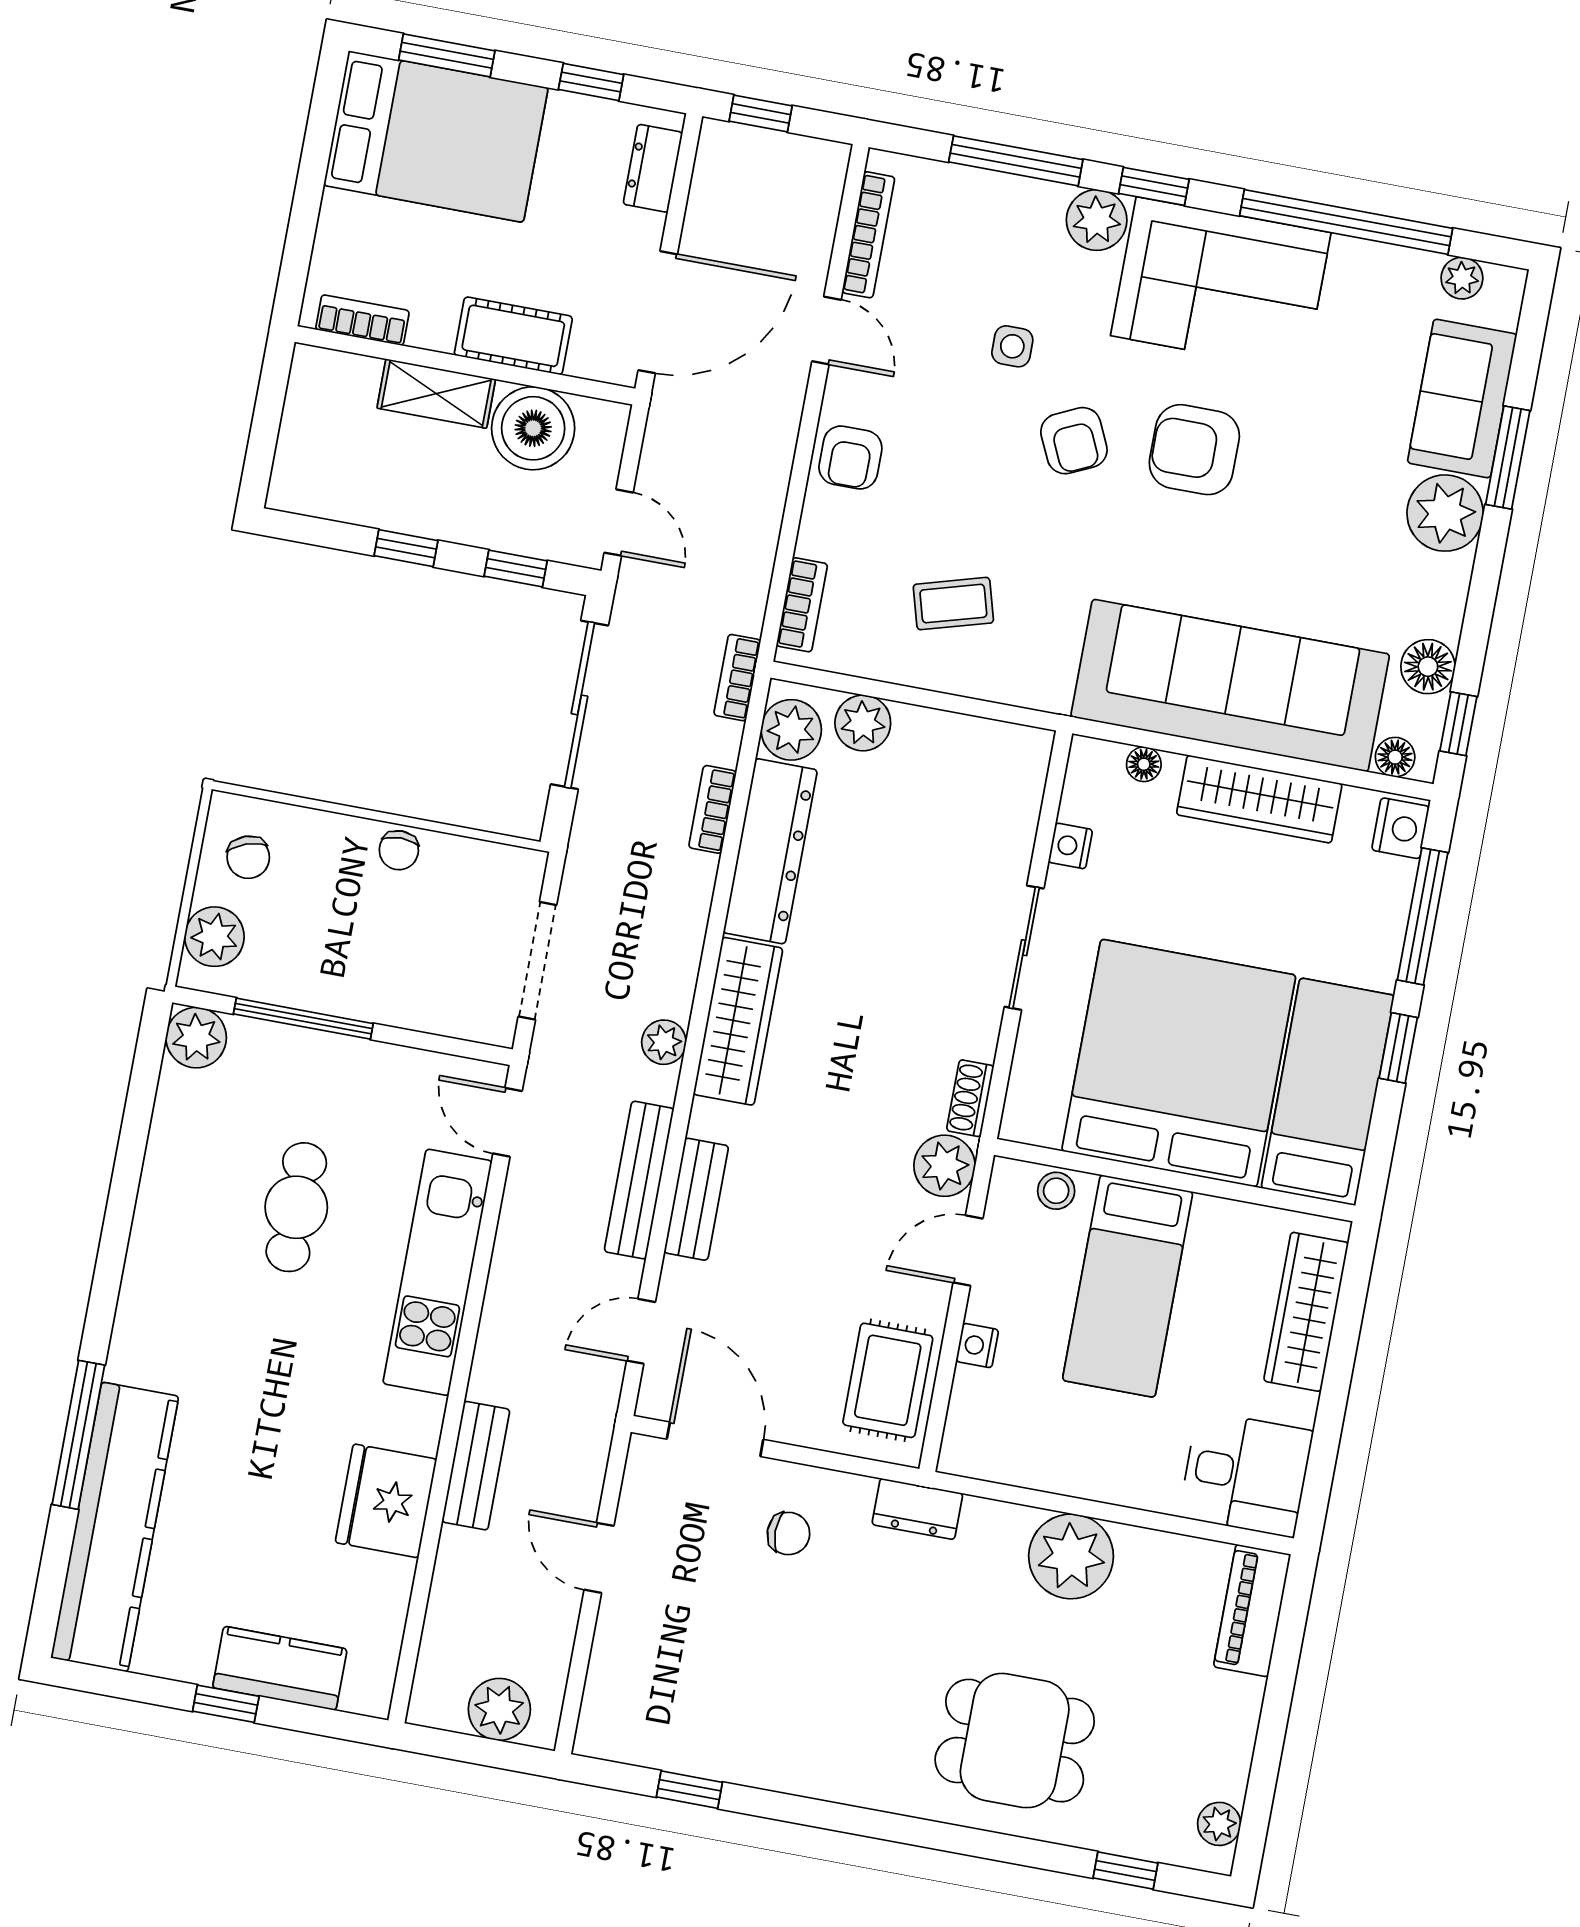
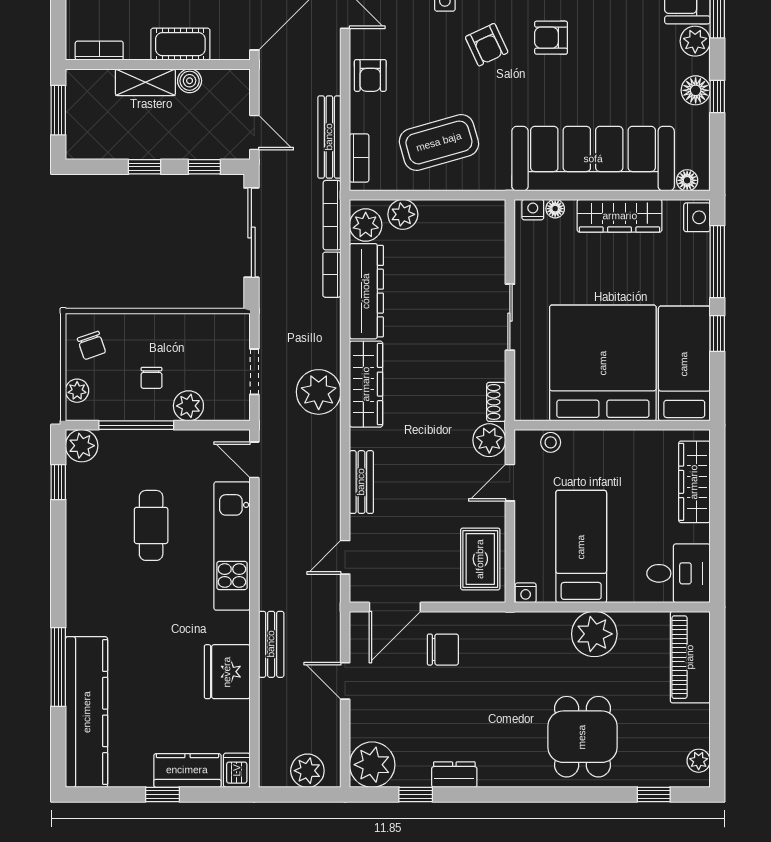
window: (267, 415) -> (58, 110), added
boiler: (533, 428) -> (190, 81), width x0.54, depth x0.54
armchair: (1194, 450) -> (551, 38), width x0.72, depth x0.72
plant: (1445, 513) -> (695, 41), width x0.73, depth x0.73
coffee table: (953, 604) -> (439, 142), width x1.86, depth x1.72
floor lamp: (1428, 667) -> (696, 90), moved
bookcase: (737, 678) -> (332, 215), width x1.56
window: (1458, 724) -> (717, 97), moved
nightstand: (1070, 846) -> (533, 210), moved, turned 90
chair: (399, 850) -> (151, 378), moved
plant: (214, 937) -> (77, 391), width x0.73, depth x0.73
doorway: (537, 961) -> (254, 372), width x0.73
plant: (405, 1001) -> (188, 406), added
plant: (664, 1042) -> (319, 392), width x1.88, depth x1.88
window: (141, 1096) -> (58, 482), added
bench: (639, 1180) -> (329, 137), moved
bed: (1128, 1286) -> (581, 547), moved, turned 180
nightstand: (977, 1346) -> (526, 593), moved, turned -90
door: (715, 1439) -> (395, 607), swing flipped
dresser: (917, 1509) -> (454, 775), moved, turned 180
chair: (789, 1533) -> (443, 650), width x1.37, depth x1.37
piano: (1252, 1611) -> (690, 657), width x1.37, depth x1.33
dishwasher: (370, 1685) -> (237, 770), added
plant: (620, 1720) -> (372, 765), added
dining table: (1015, 1741) -> (582, 737), turned 90

